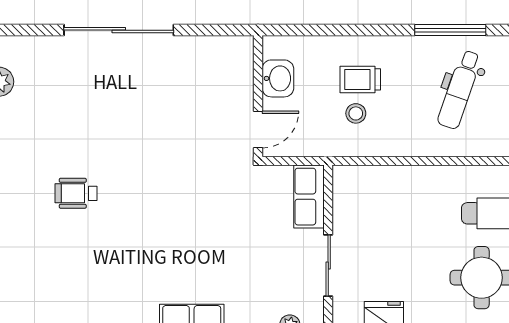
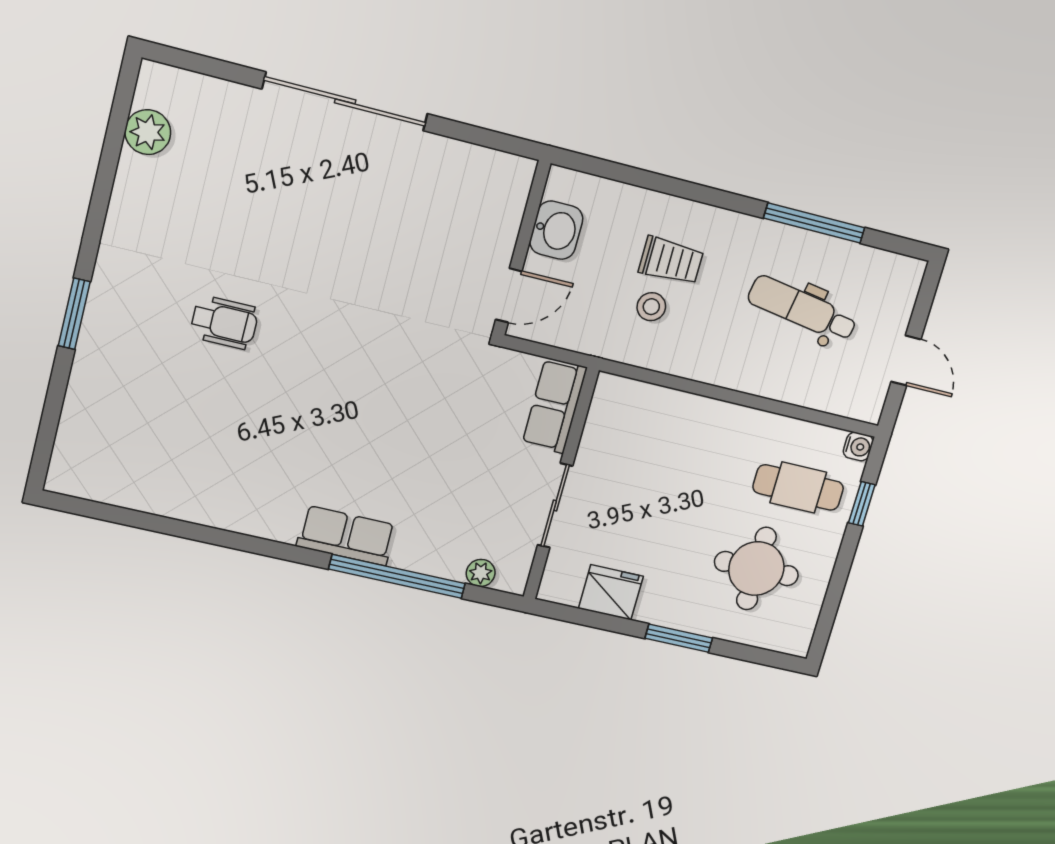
trolley: (360, 79) -> (671, 261), turned 180
dental chair: (459, 90) -> (802, 309), turned 80
wheelchair: (76, 193) -> (224, 322), turned 180

